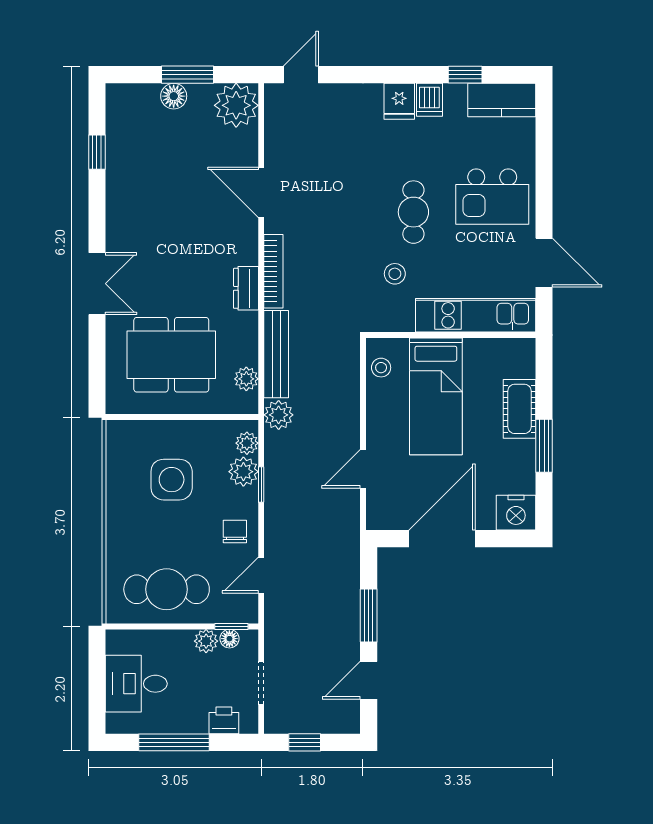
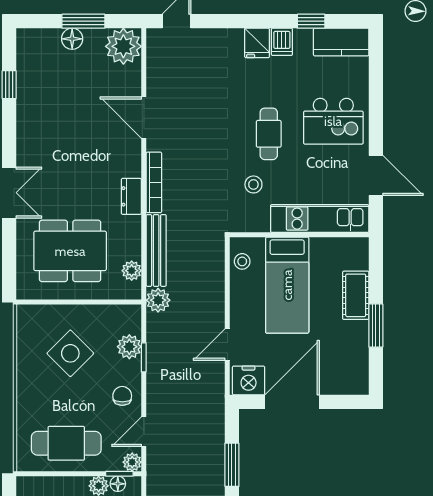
plant: (247, 443) -> (132, 462), moved
side table: (172, 480) -> (70, 353), turned 45
nightstand: (516, 513) -> (249, 380), moved

